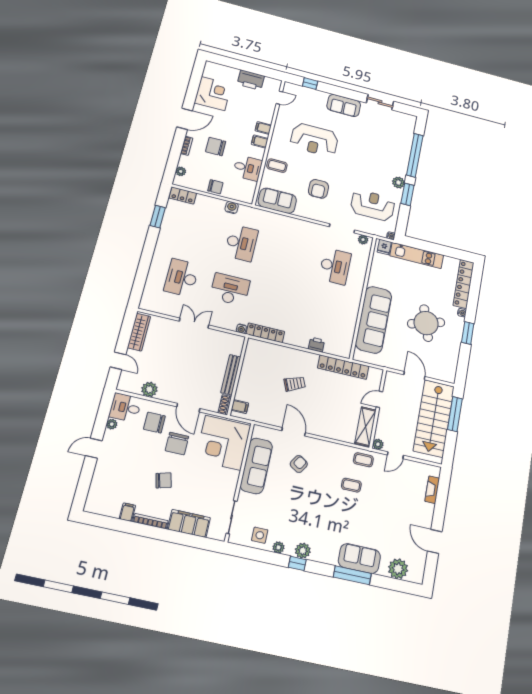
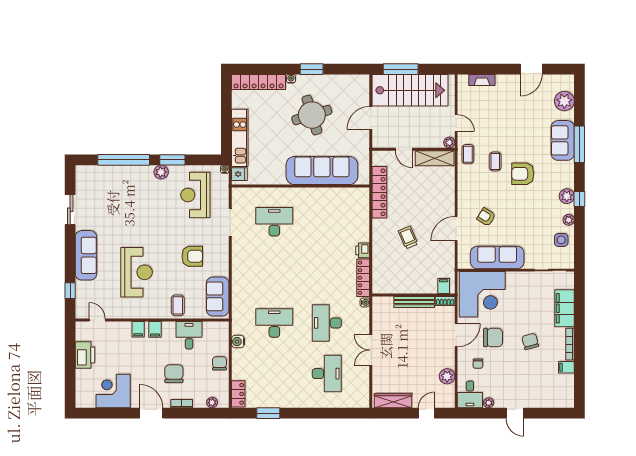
sofa: (344, 105) -> (86, 255), width x1.36
chair: (216, 147) -> (174, 374), turned 180
plant: (363, 240) -> (237, 198), removed
desk: (182, 278) -> (327, 374), turned -90
printer: (316, 345) -> (363, 250), moved
chair: (154, 423) -> (478, 364), width x0.54, depth x0.54
armchair: (334, 510) -> (523, 174), added

